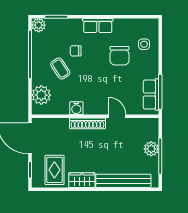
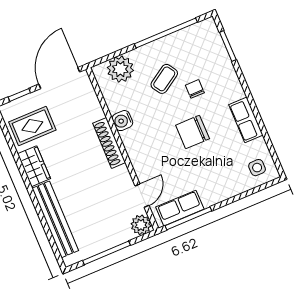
plant: (39, 25) -> (208, 28), removed
row of seats: (98, 25) -> (246, 120), moved
side table: (144, 44) -> (257, 168), moved
chair: (120, 56) -> (193, 132), moved
door: (117, 116) -> (142, 196), moved
plant: (151, 149) -> (141, 225), moved

